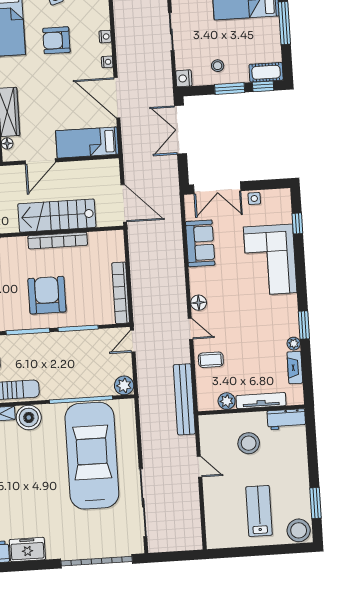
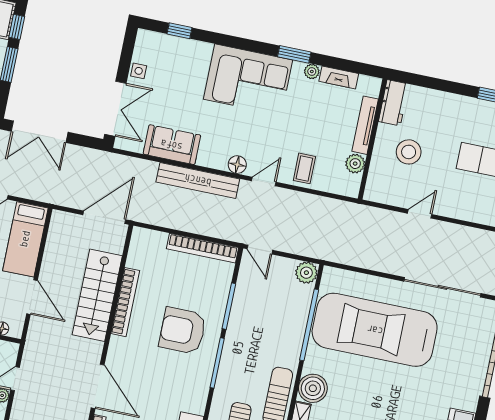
corner sofa: (270, 260) -> (248, 80), moved
bench: (184, 399) -> (198, 180), moved

